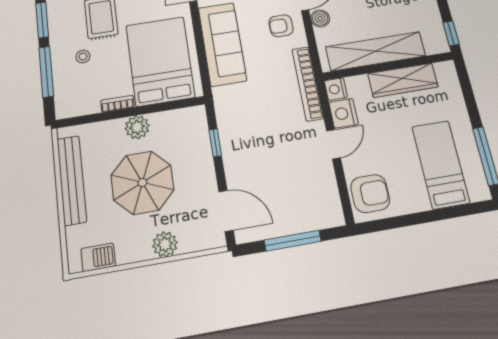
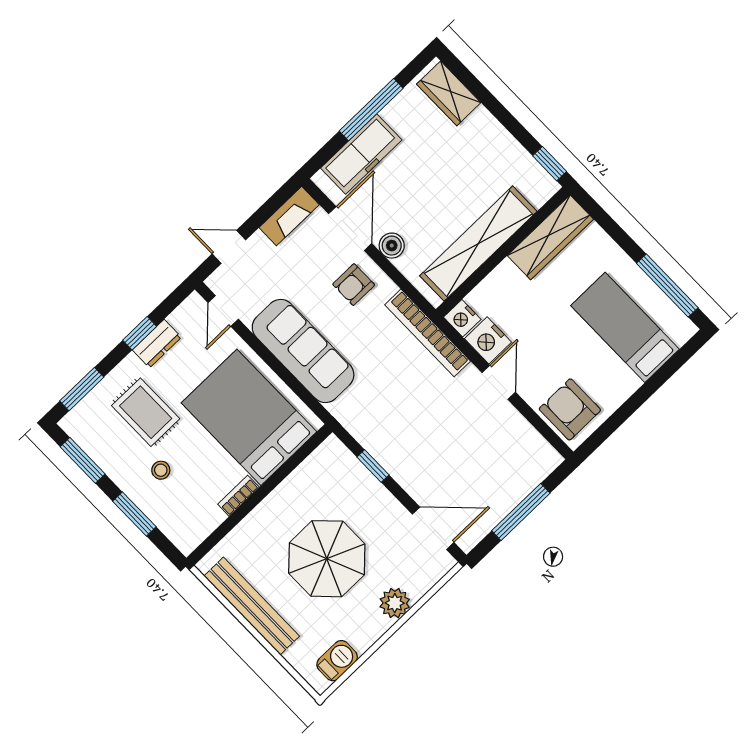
window: (46, 72) -> (134, 514), width x0.69
wardrobe: (403, 80) -> (550, 237), moved
plant: (137, 127) -> (278, 506), removed
armchair: (370, 193) -> (570, 409), turned -90

